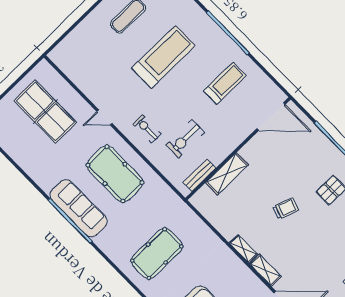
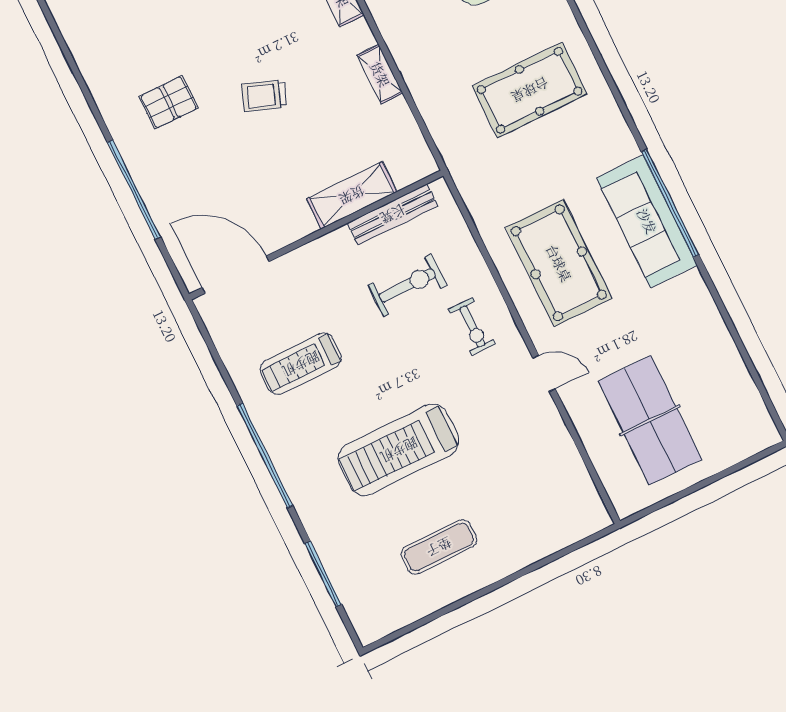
bench: (200, 175) -> (393, 214), width x1.36
shelving: (243, 249) -> (380, 74), moved

